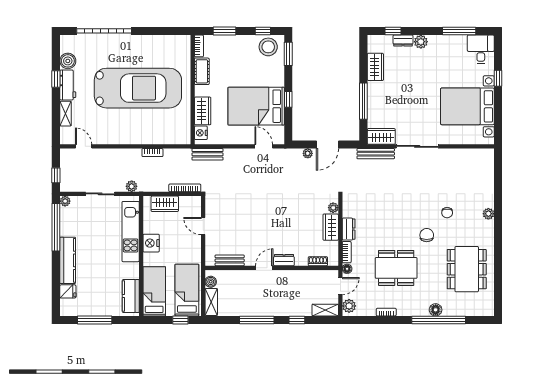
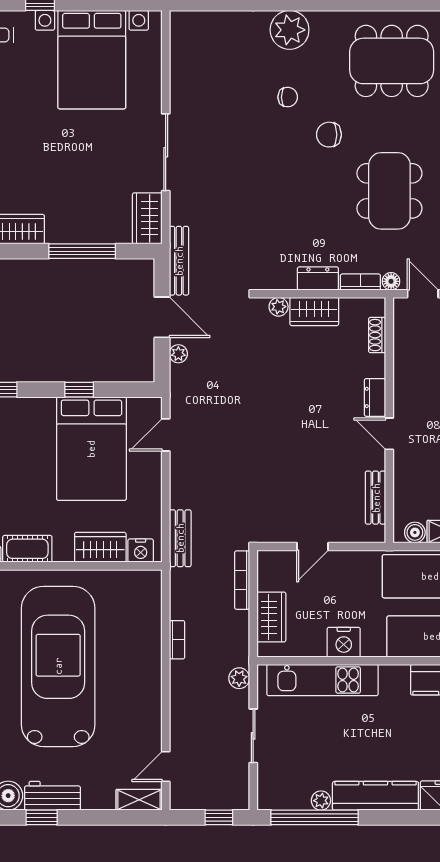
shelving: (66, 114) -> (139, 800), moved
bench: (376, 154) -> (179, 261), moved
plant: (65, 201) -> (321, 801), moved
plant: (488, 214) -> (290, 30), width x1.88, depth x1.88

